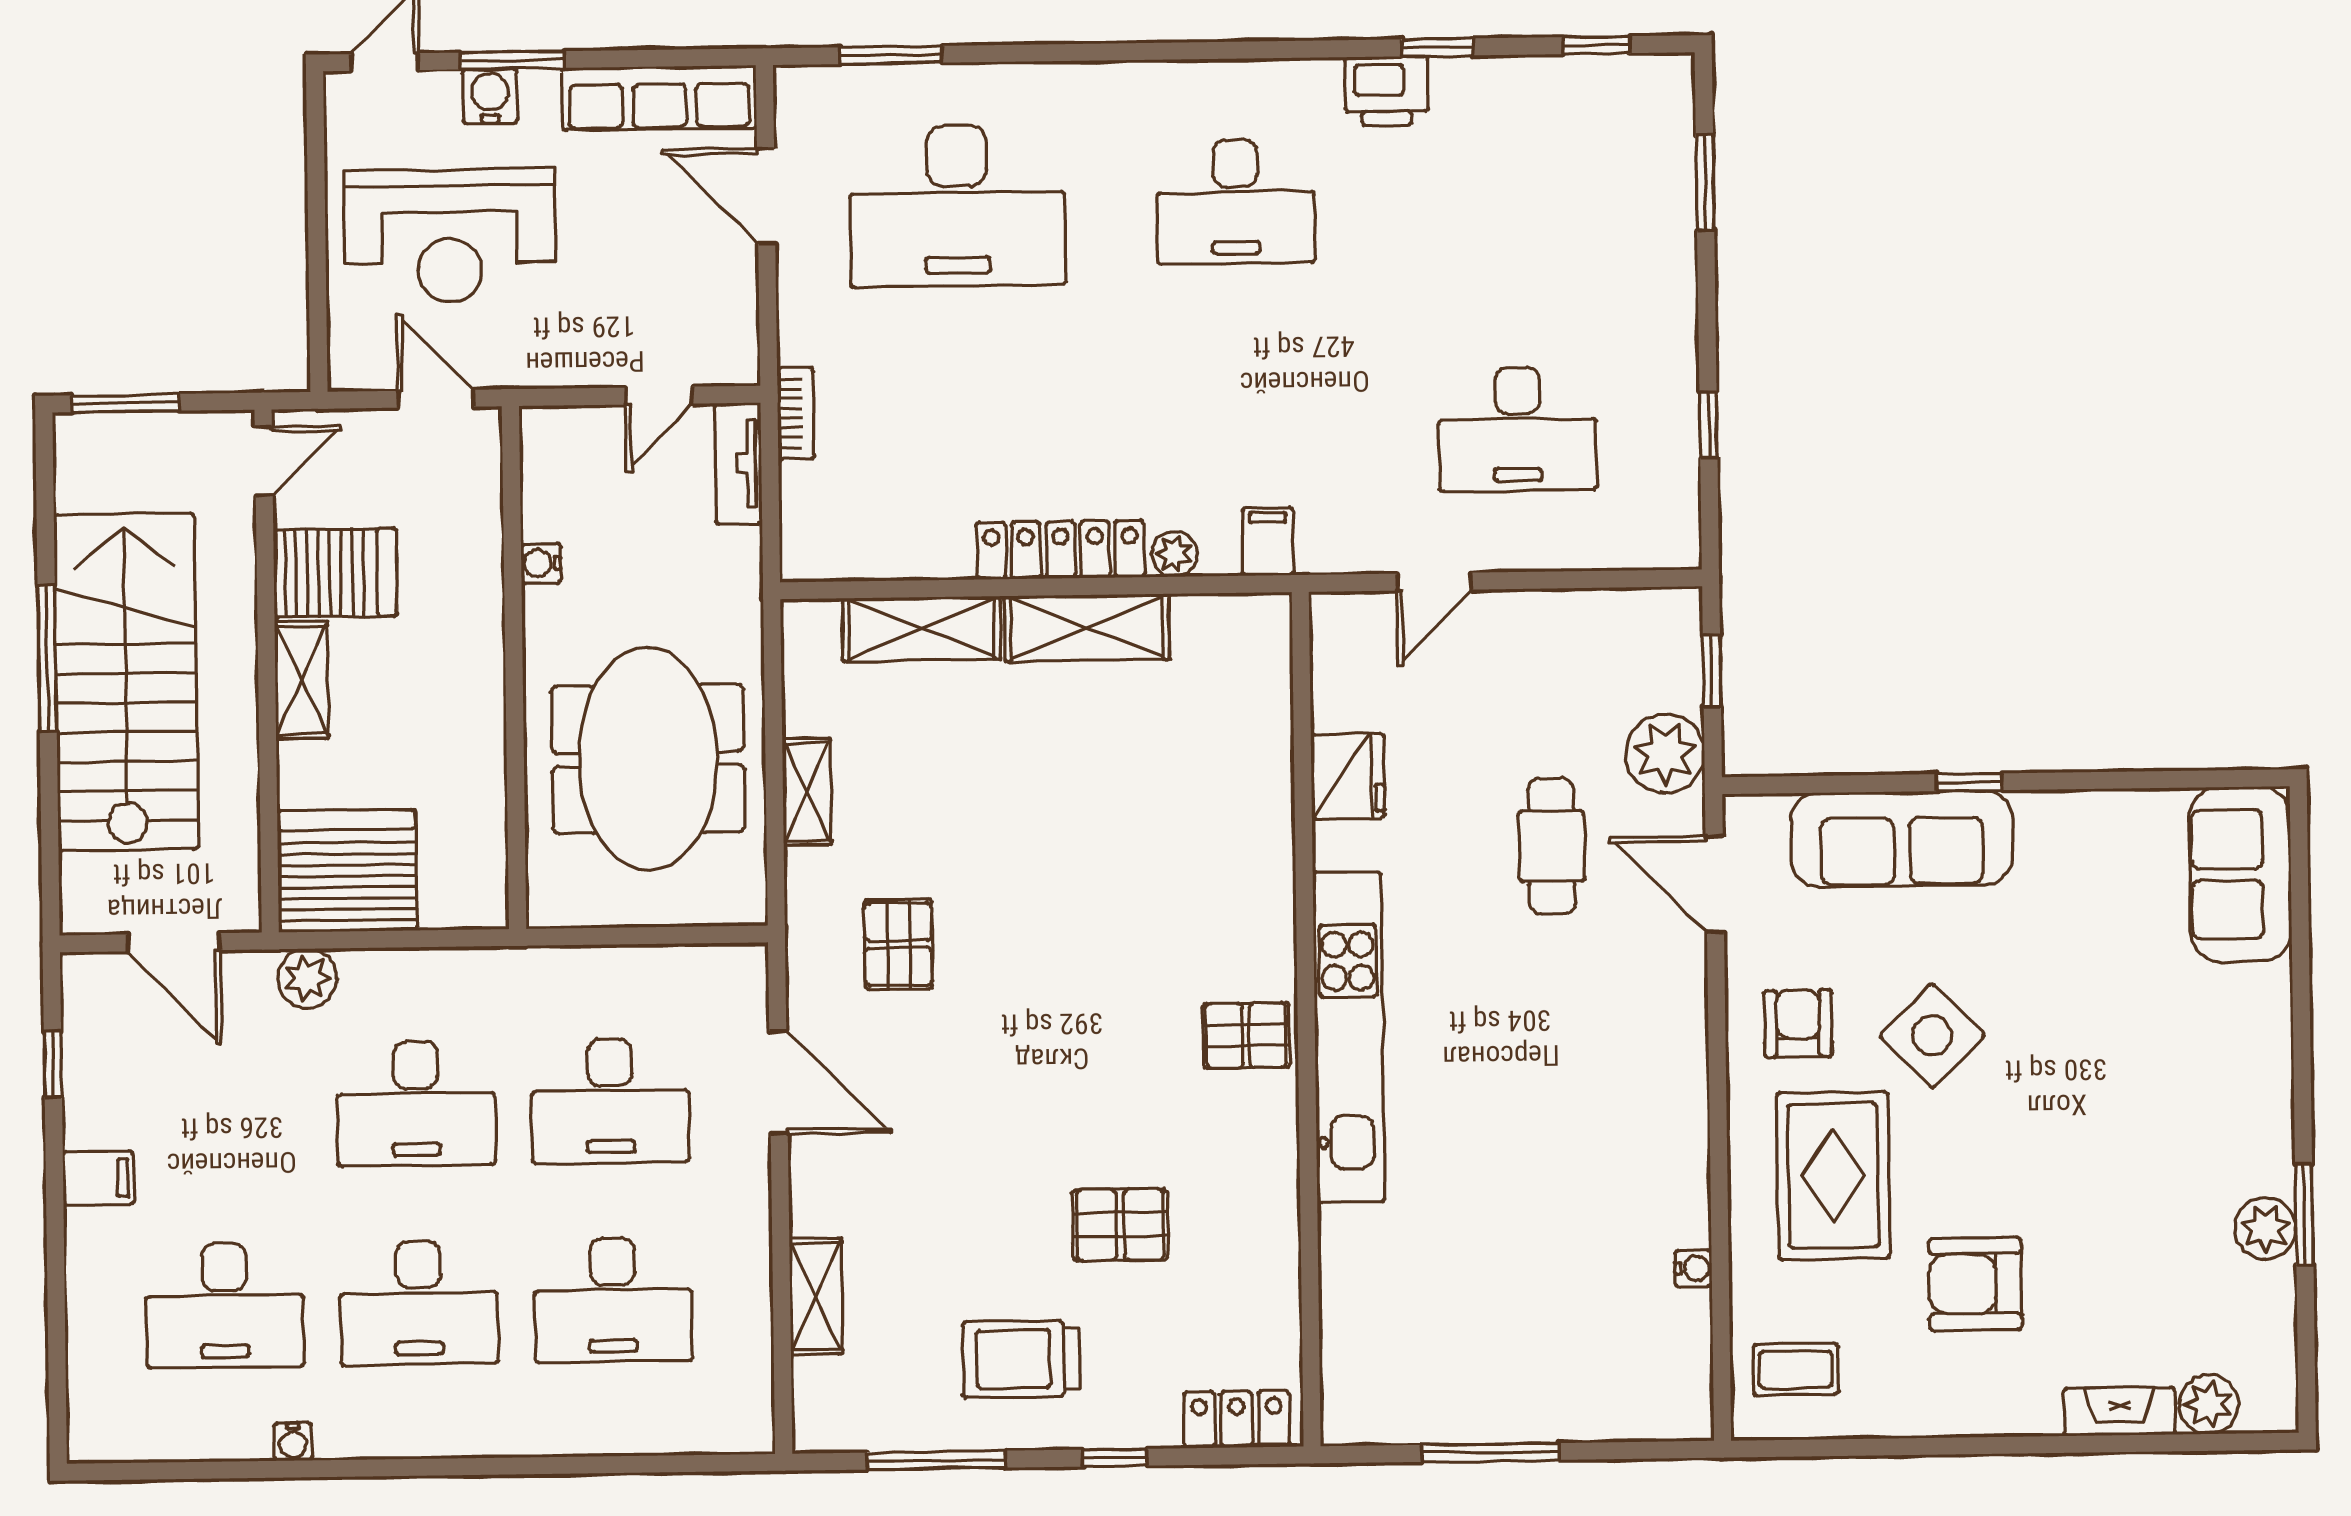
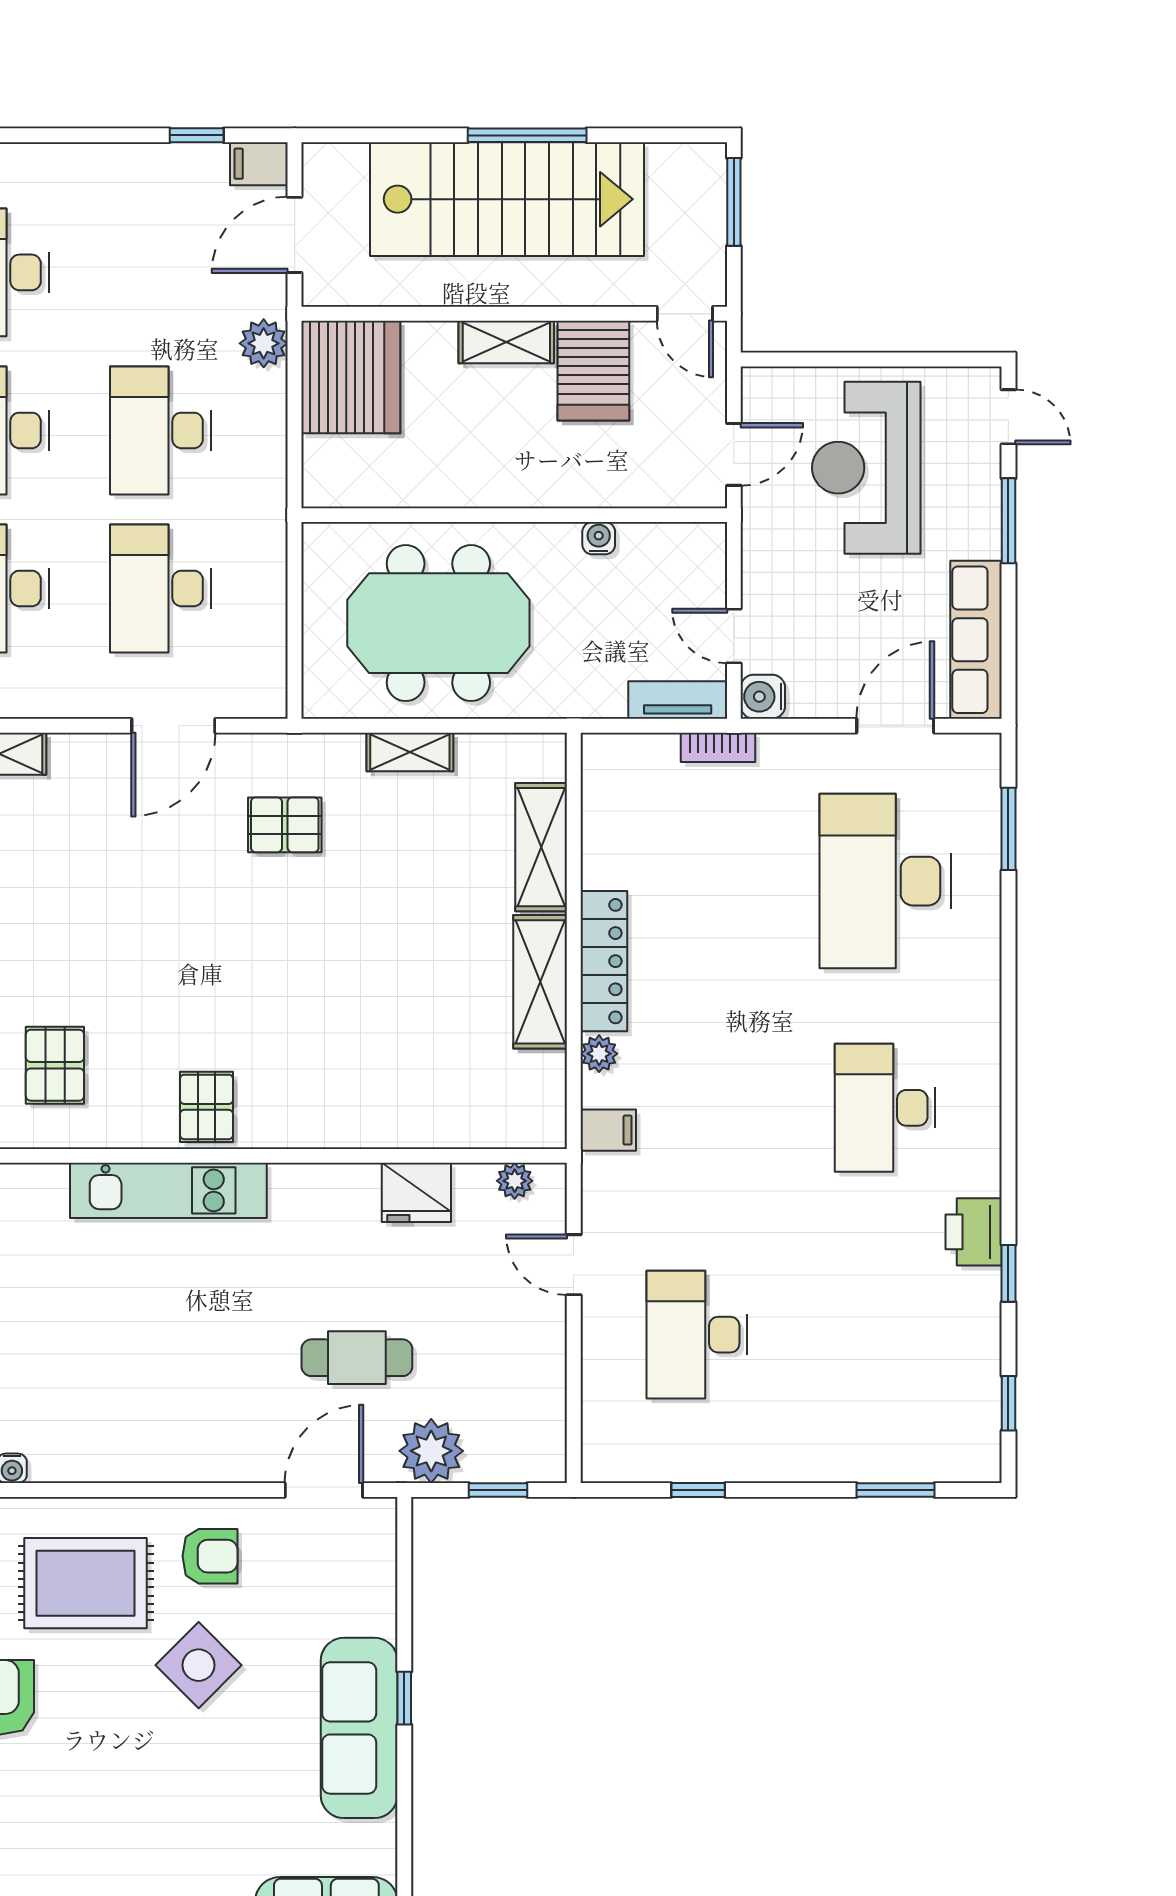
water cooler: (490, 96) -> (763, 697), moved, turned 180
plant: (1332, 656) -> (515, 1181), added
sofa: (1902, 839) -> (359, 1728), moved
kitchen unit: (1349, 1037) -> (168, 1190), width x0.73
filing cabinet: (98, 1178) -> (259, 164), moved, turned 90
pallet: (1120, 1225) -> (55, 1065), moved

